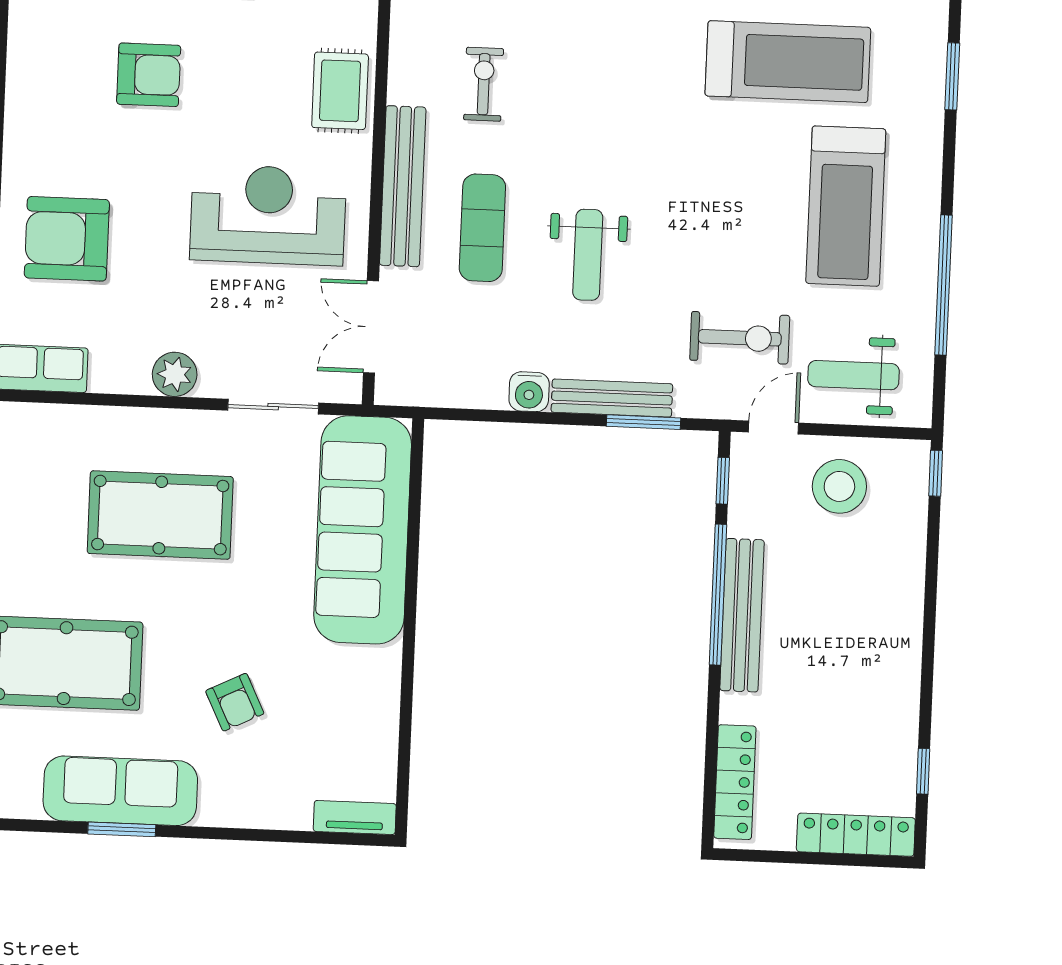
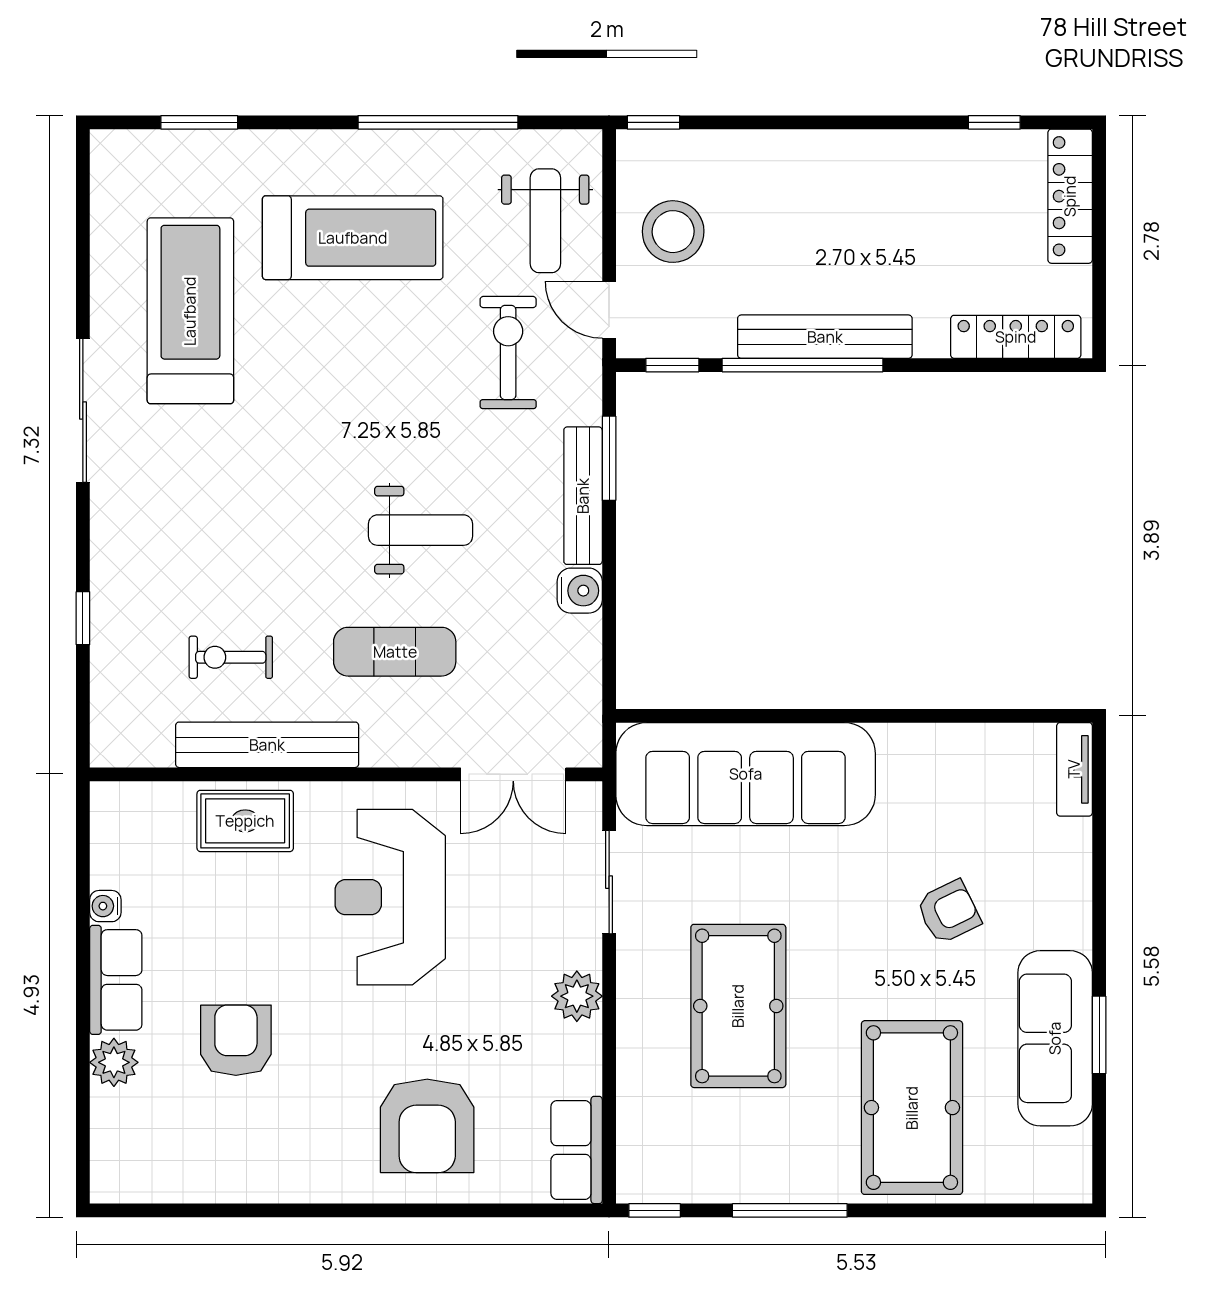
bench: (403, 186) -> (267, 745), moved

